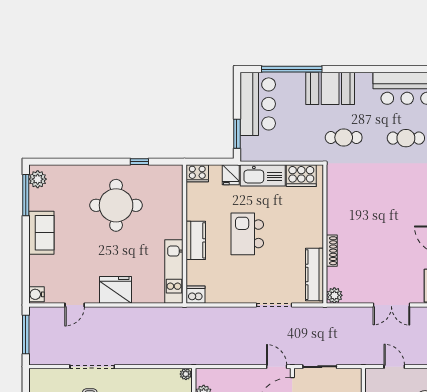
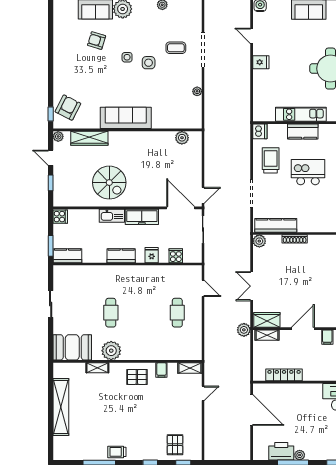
kitchen unit: (174, 271) -> (301, 114), moved
trolley: (232, 281) -> (271, 160), added
fridge: (115, 290) -> (261, 62), width x0.53, depth x0.75
door: (394, 367) -> (203, 288), hinge flipped
plant: (186, 374) -> (197, 91), moved

